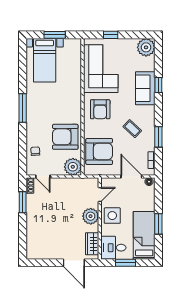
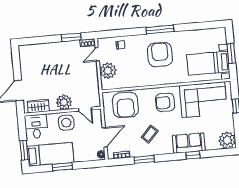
bed with nightstands: (45, 60) -> (208, 63), moved
armchair: (65, 137) -> (160, 55), moved
plant: (73, 167) -> (108, 71), moved
window: (125, 263) -> (24, 150), moved

